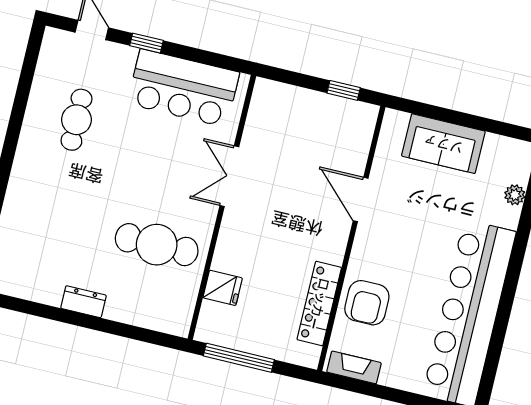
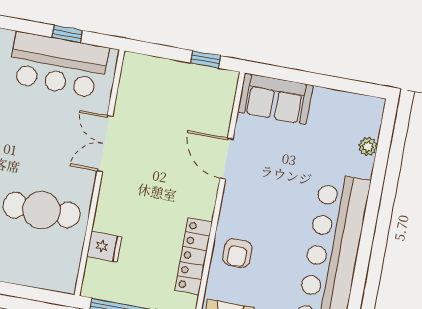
window: (146, 43) -> (67, 34), moved
sofa: (443, 144) -> (275, 99), moved
armchair: (367, 303) -> (237, 253), width x0.72, depth x0.72

